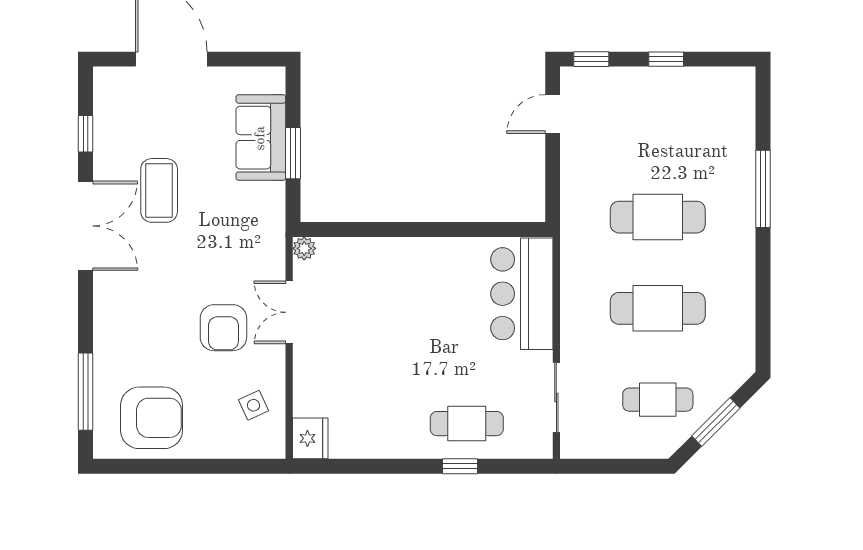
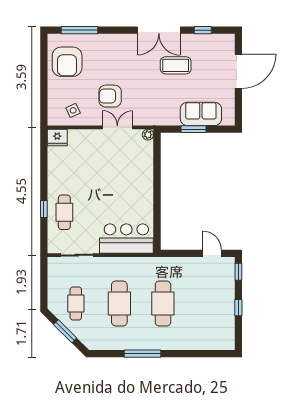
window: (763, 189) -> (143, 354), moved

